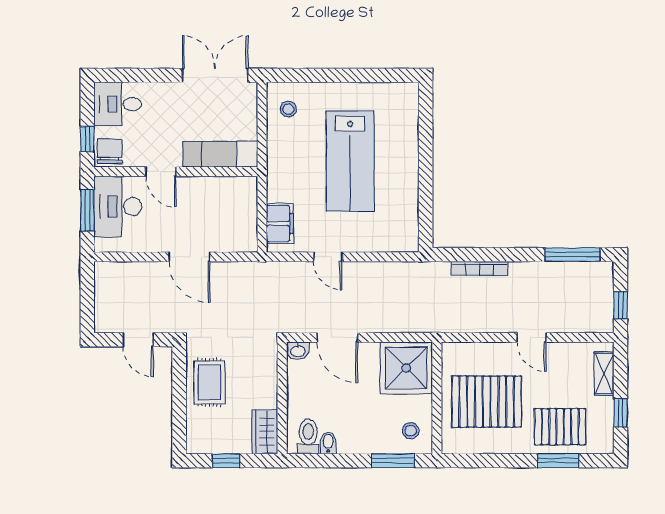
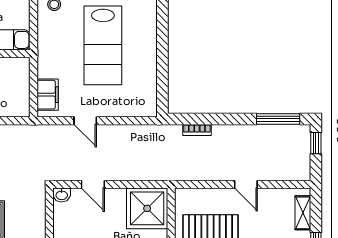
bookcase: (480, 268) -> (197, 130), width x0.64
window: (621, 305) -> (316, 143), moved
door: (337, 337) -> (93, 184), width x0.73

